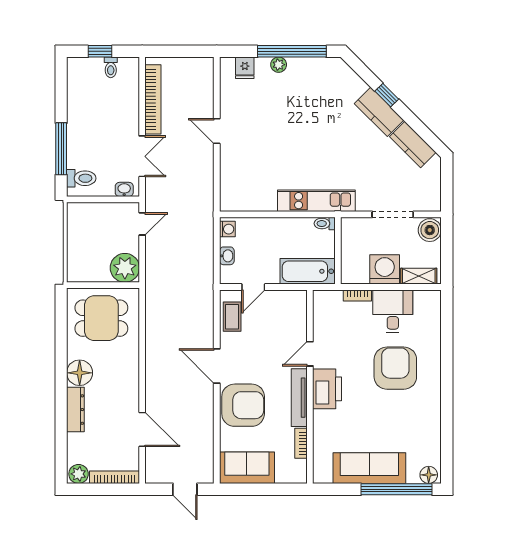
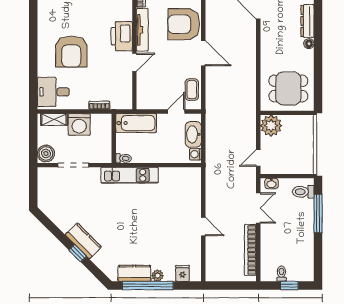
kitchen counter: (413, 145) -> (134, 273), moved, turned -45
double door: (142, 156) -> (258, 208), swing flipped
washbasin: (227, 256) -> (193, 134), width x1.91, depth x1.45
desk: (393, 311) -> (53, 92), moved, turned 90
floor lamp: (80, 373) -> (309, 44), width x0.53, depth x0.53

